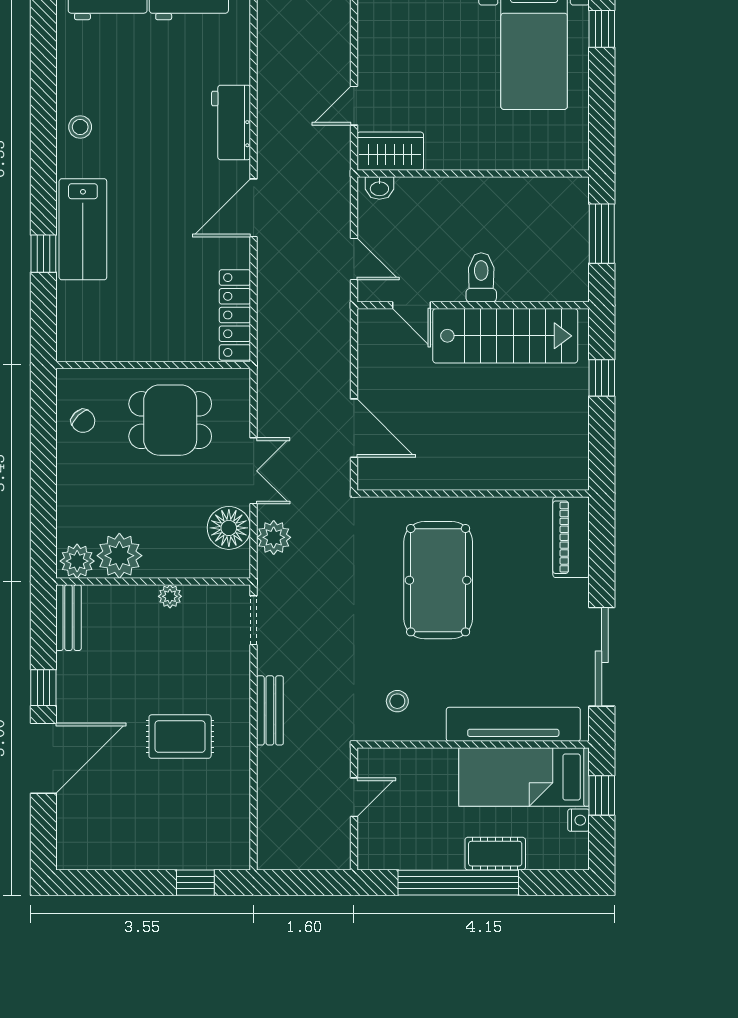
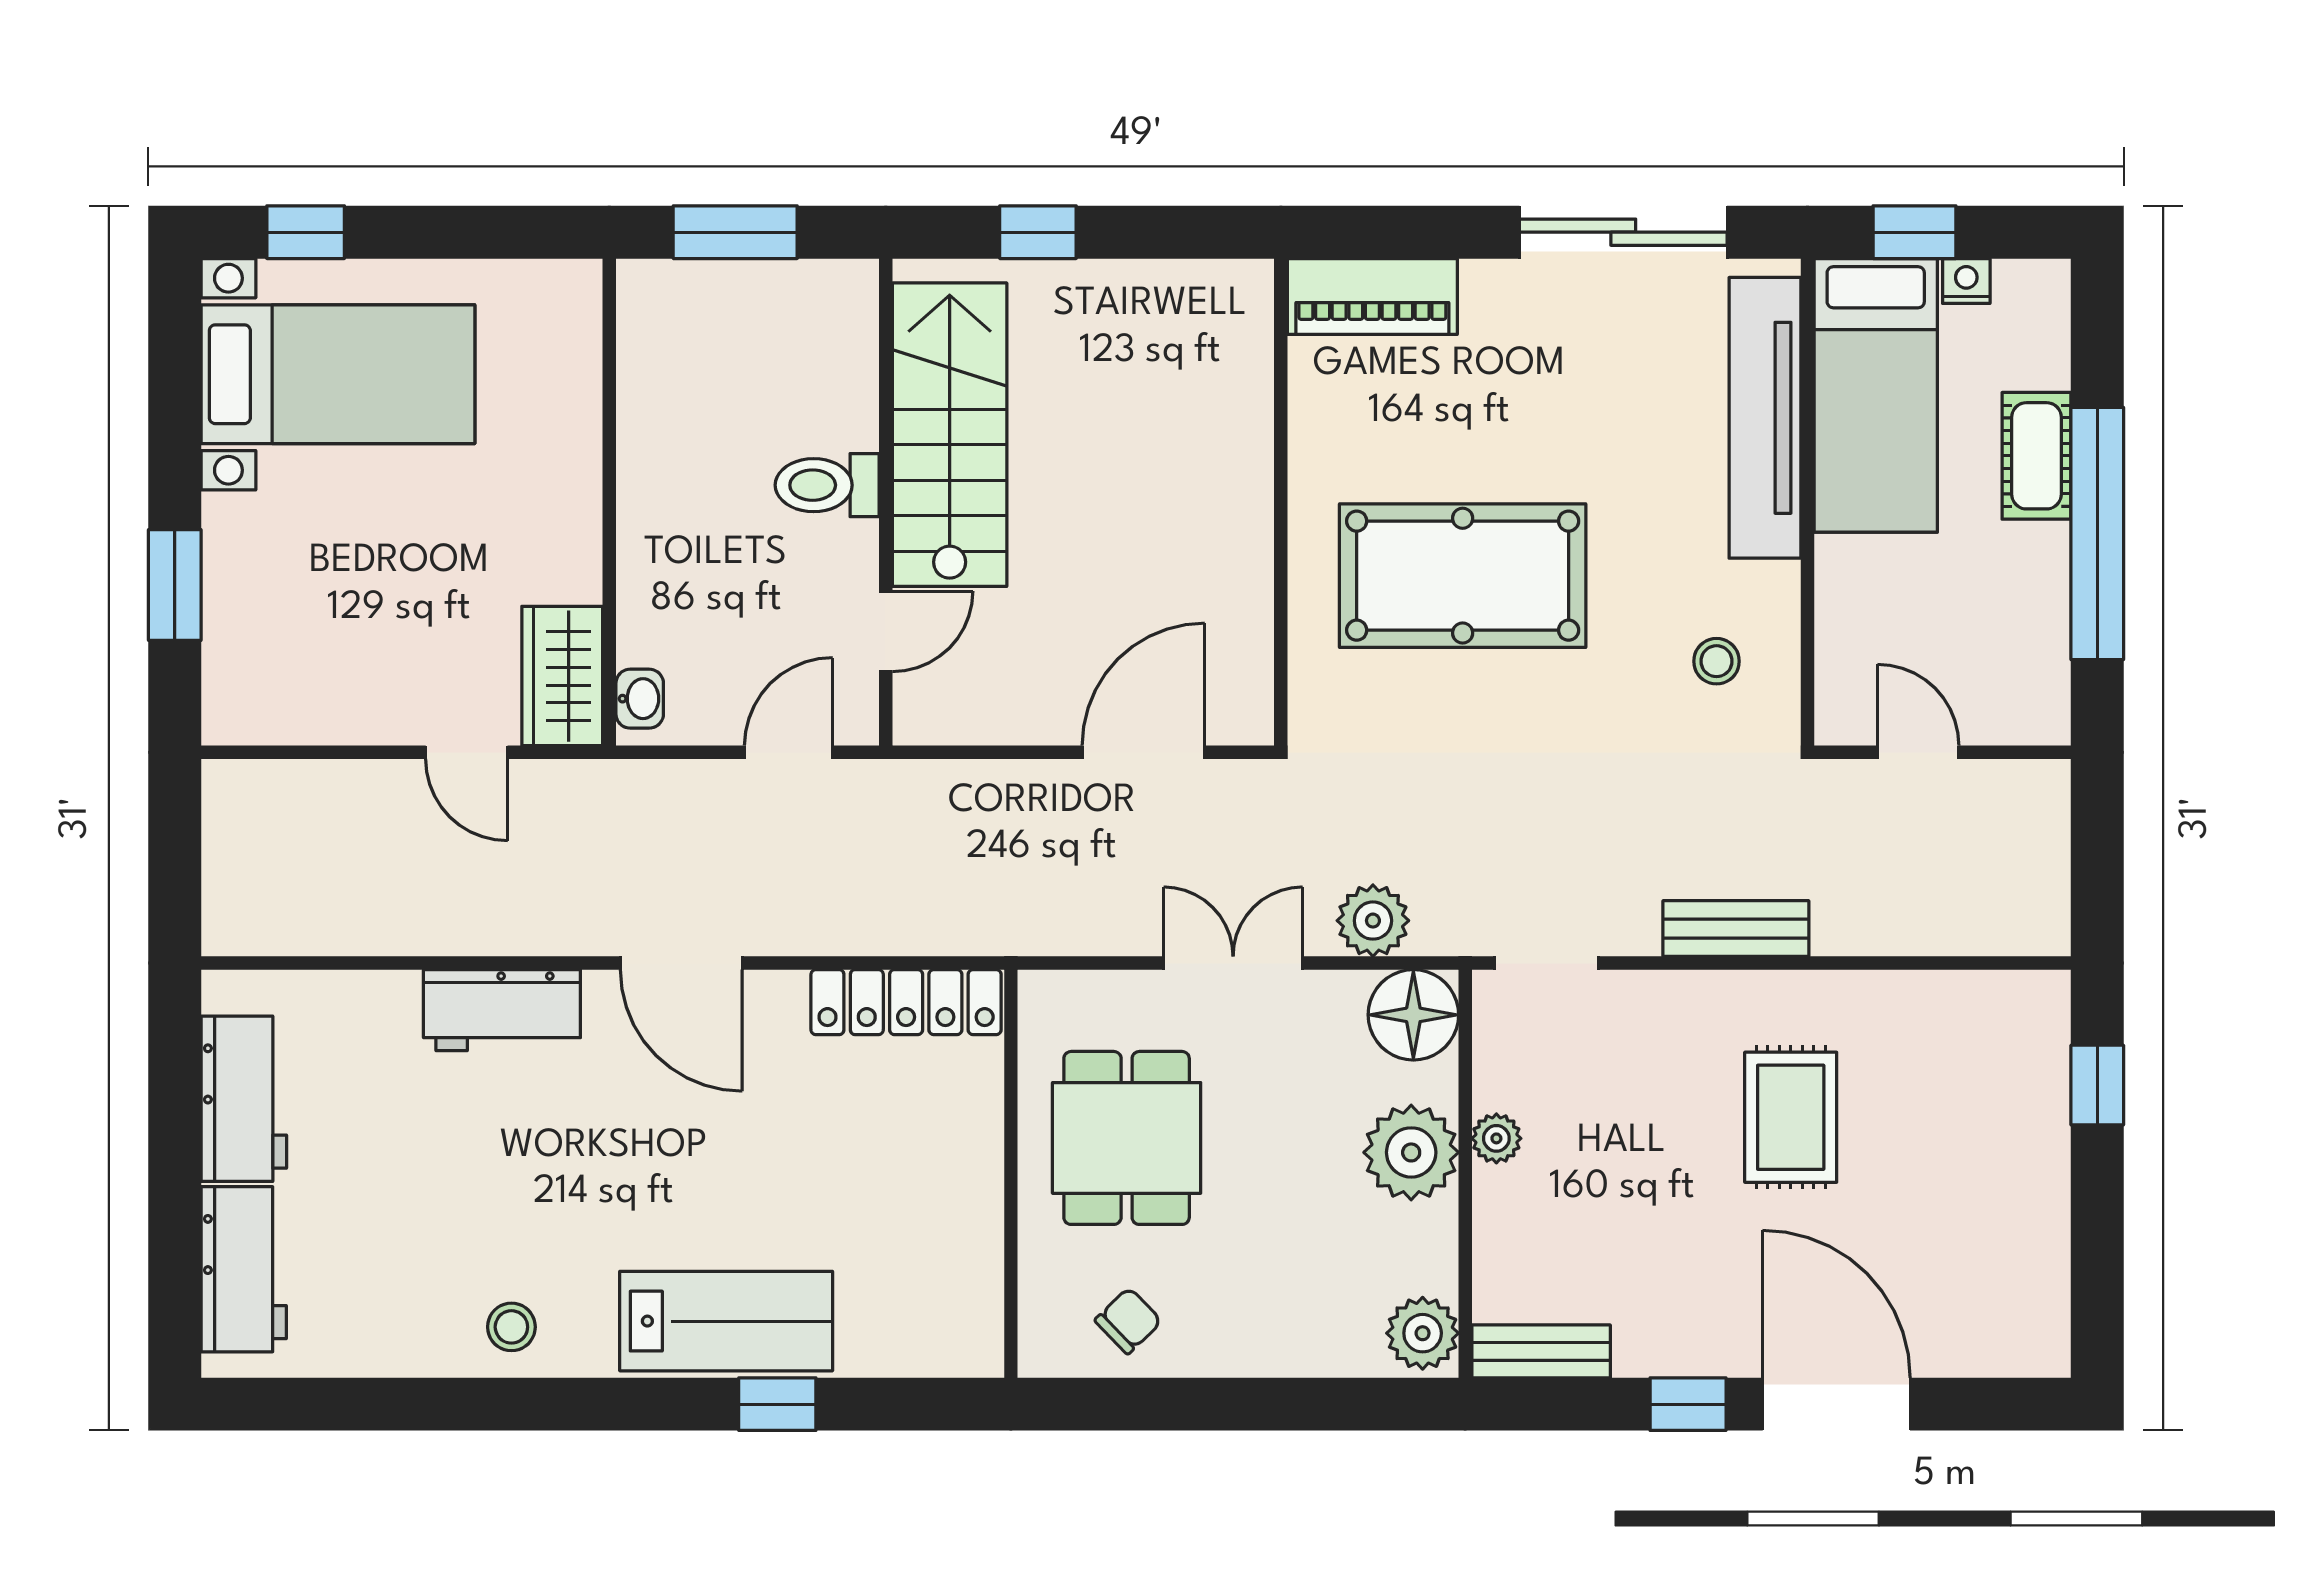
floor lamp: (229, 528) -> (1413, 1015), moved
plant: (119, 556) -> (1411, 1152), moved

